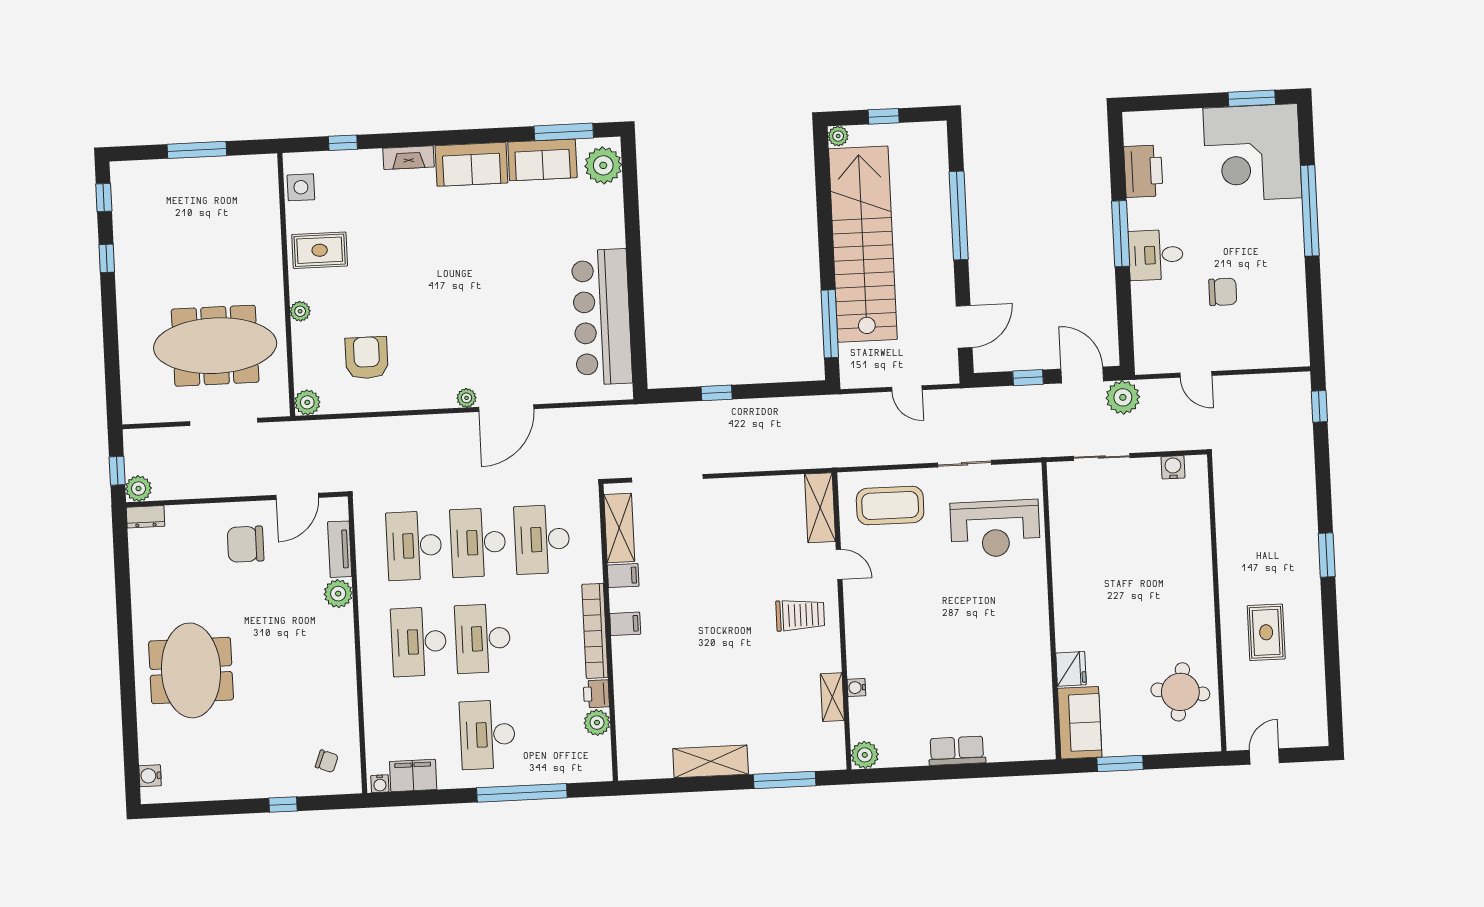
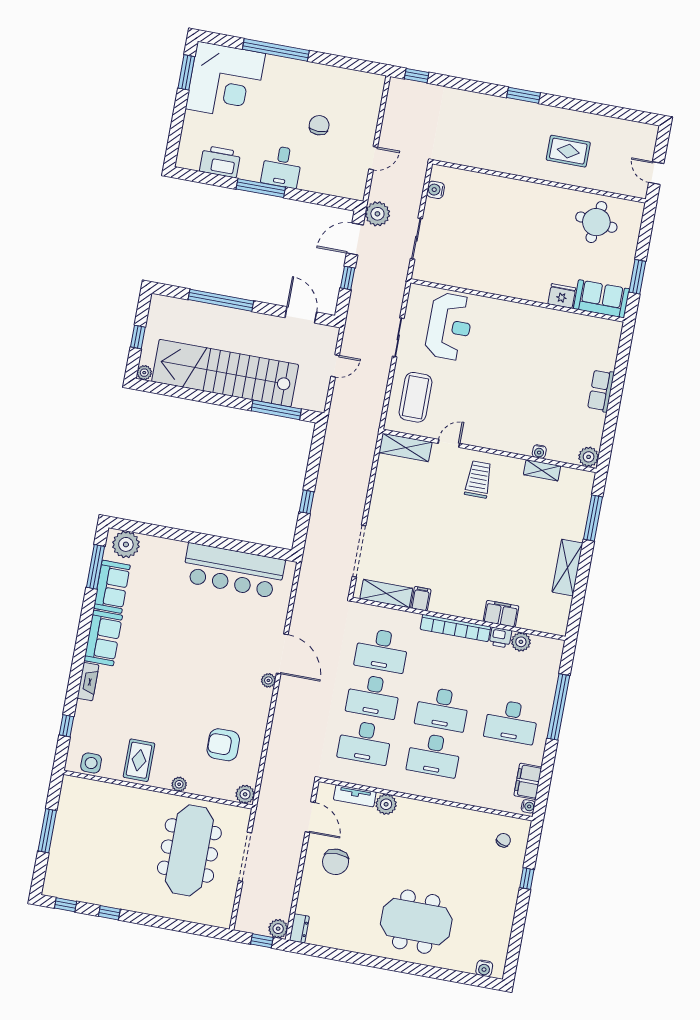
filing cabinet: (625, 624) -> (501, 614), moved, width x2.00

